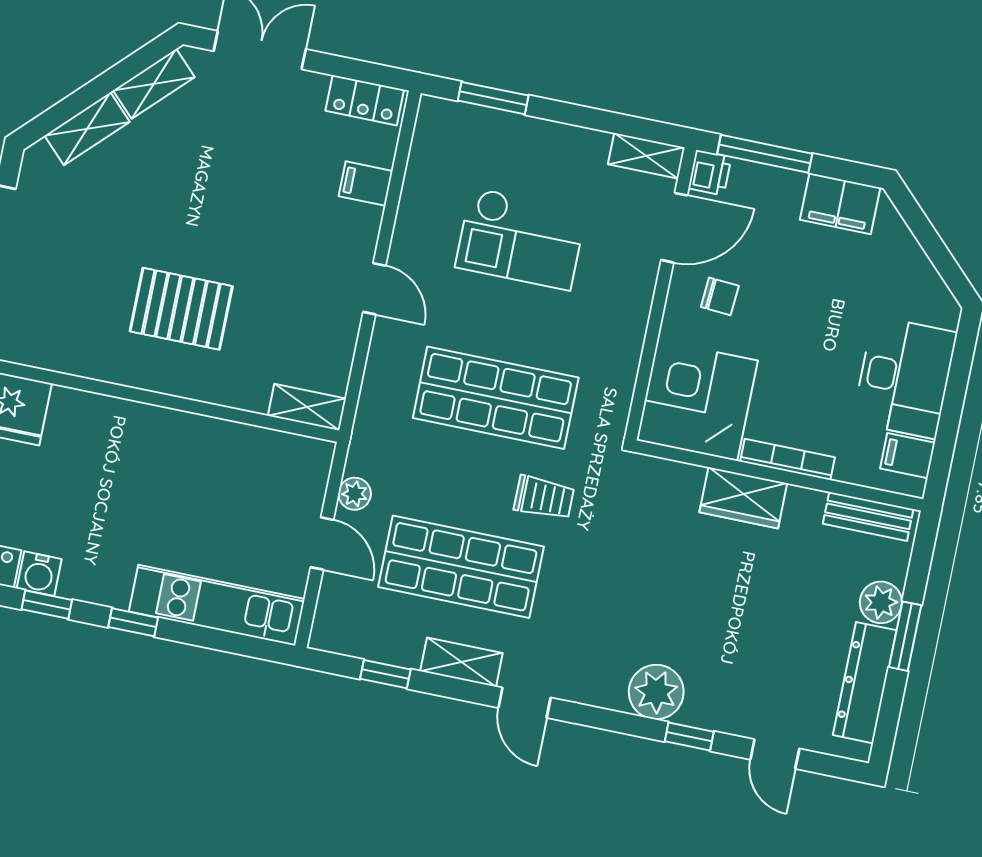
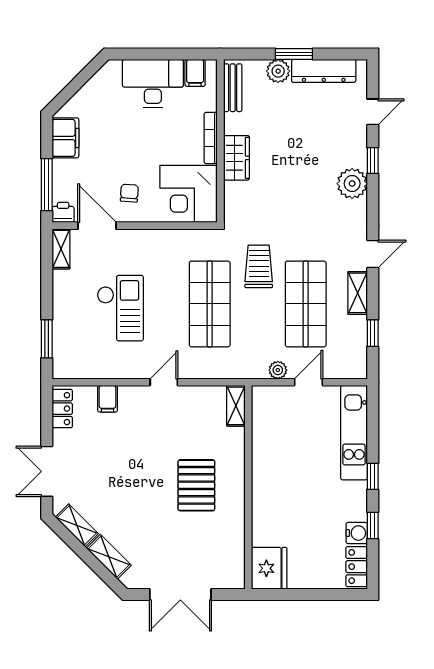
trolley: (544, 498) -> (259, 266), width x1.36, depth x1.39

